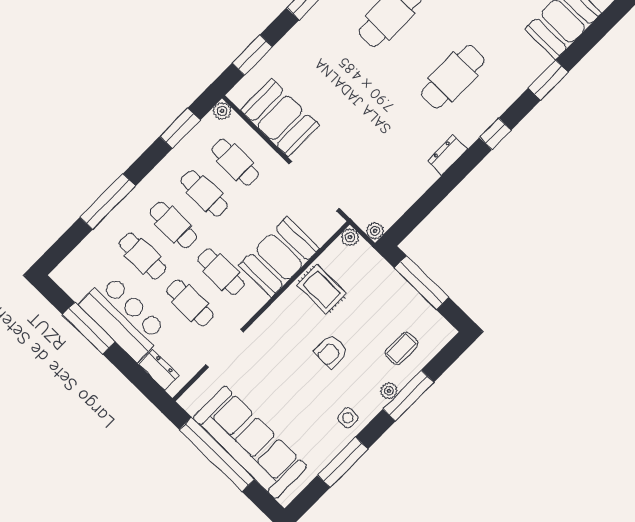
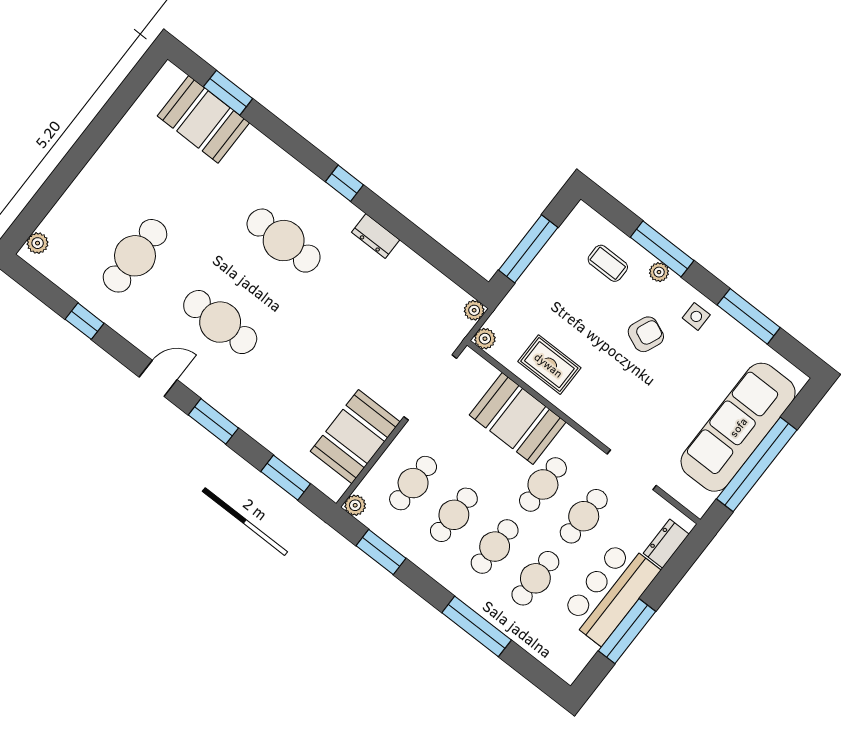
window: (548, 80) -> (228, 93), moved
rug: (322, 289) -> (549, 365), turned 90
armchair: (331, 351) -> (646, 334), moved, turned -67

